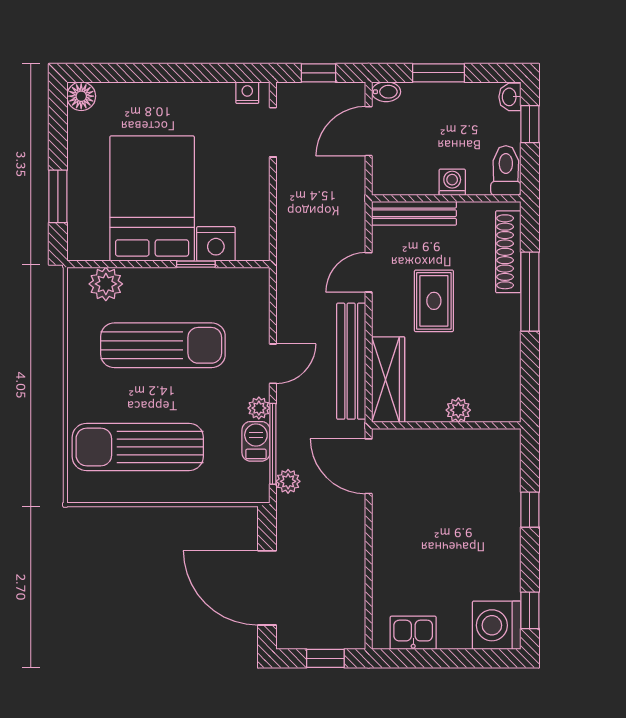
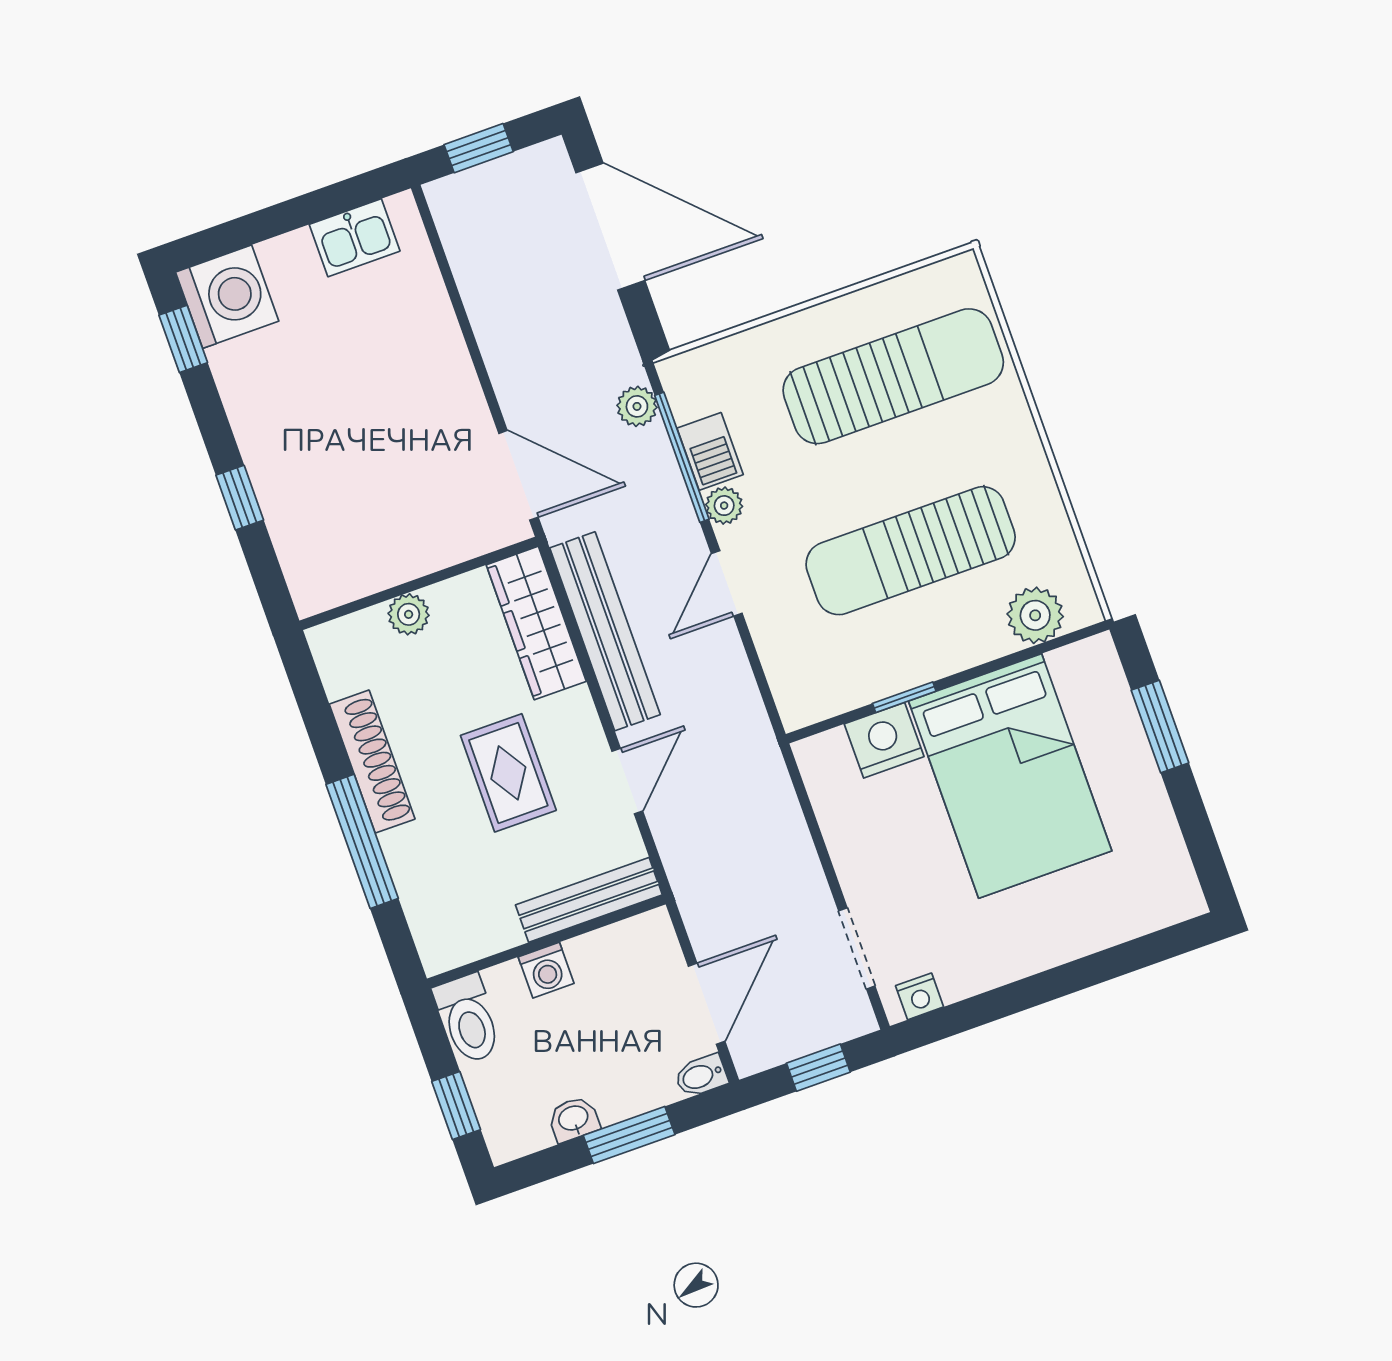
floor lamp: (81, 96) -> (1179, 898), removed
washbasin: (510, 97) -> (574, 1119), moved, turned -90
shoe rack: (508, 252) -> (372, 762), moved

